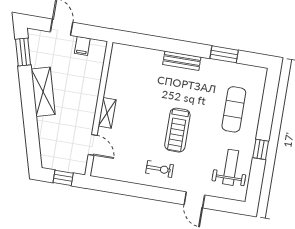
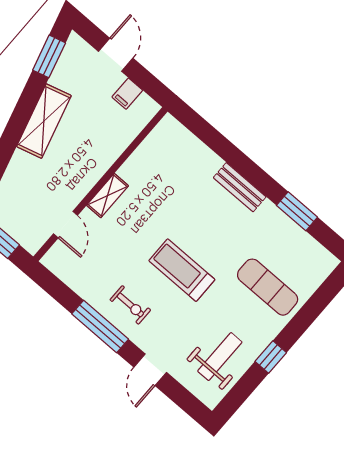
exercise mat: (234, 109) -> (268, 287), turned 90
treadmill: (177, 130) -> (182, 270), turned 90
window: (150, 192) -> (100, 326), added

